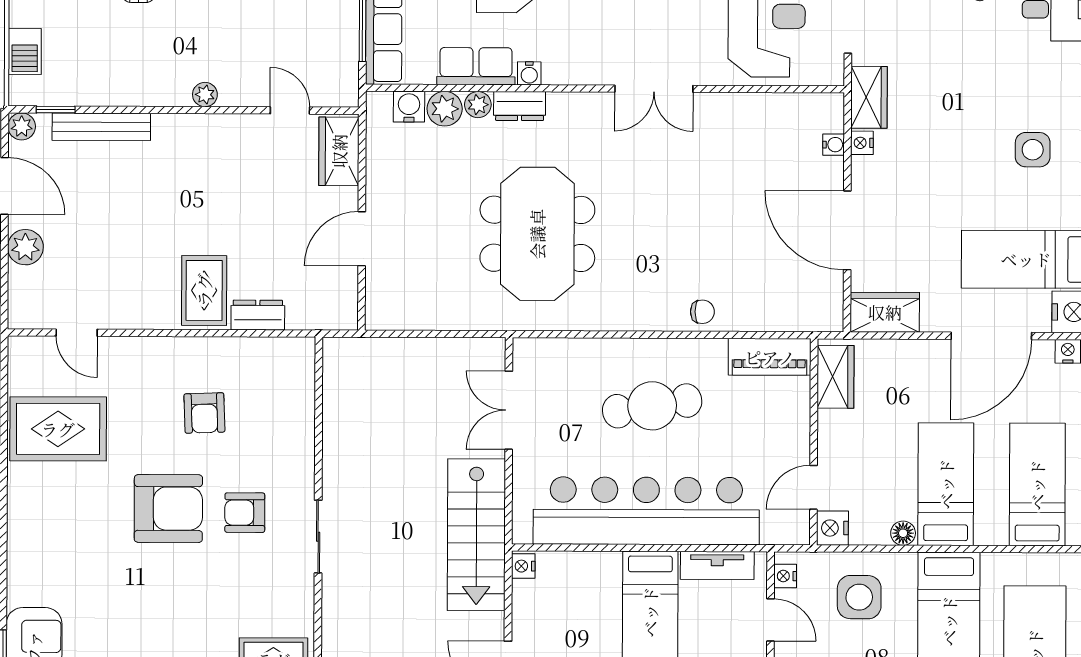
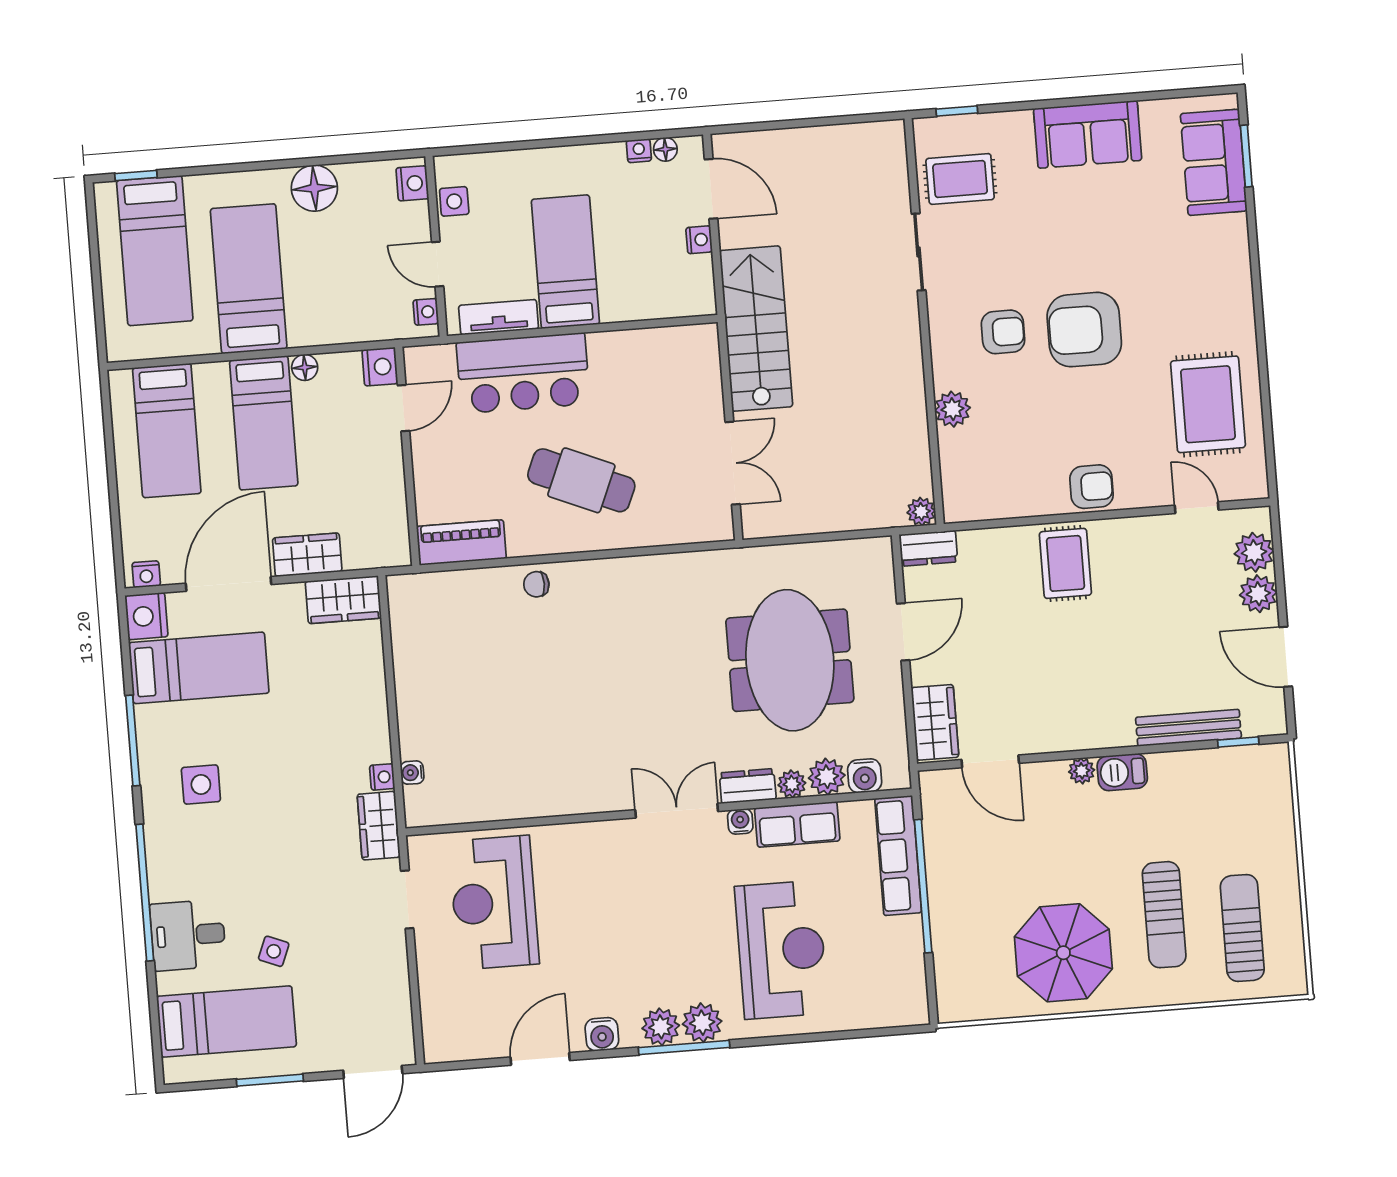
barbecue: (25, 51) -> (1122, 772), moved, turned -90
double door: (654, 89) -> (677, 811), moved
door: (290, 110) -> (990, 761), width x1.38
plant: (22, 126) -> (1254, 552), moved, width x1.38, depth x1.38
door: (847, 230) -> (390, 683), removed
meeting table: (537, 234) -> (790, 660), moved
dresser: (258, 315) -> (928, 548), moved
plant: (336, 350) -> (921, 512), added
wardrobe: (835, 377) -> (307, 555), moved, turned 90
cafe table: (652, 406) -> (581, 480), turned 32
armchair: (204, 413) -> (1092, 487), moved, turned 92
rug: (58, 429) -> (1208, 404), turned 90
plant: (298, 444) -> (952, 409), added
bar counter: (646, 511) -> (523, 373), width x0.54
sliding door: (318, 537) -> (919, 252), moved
nightstand: (523, 566) -> (699, 240), moved
side table: (859, 597) -> (346, 296), removed

